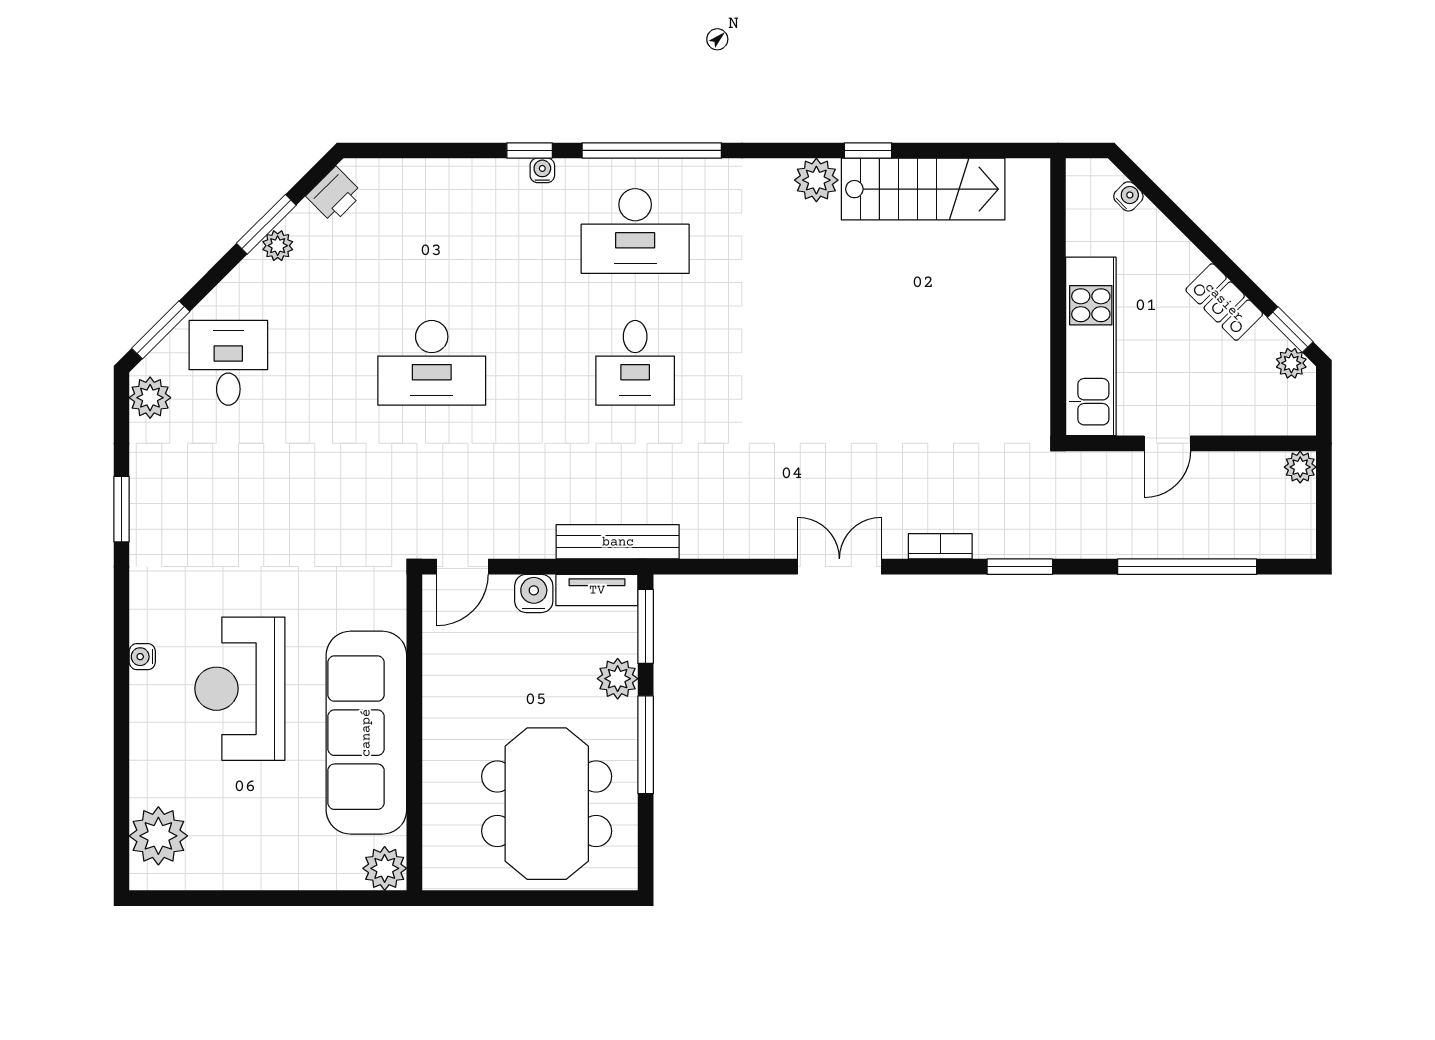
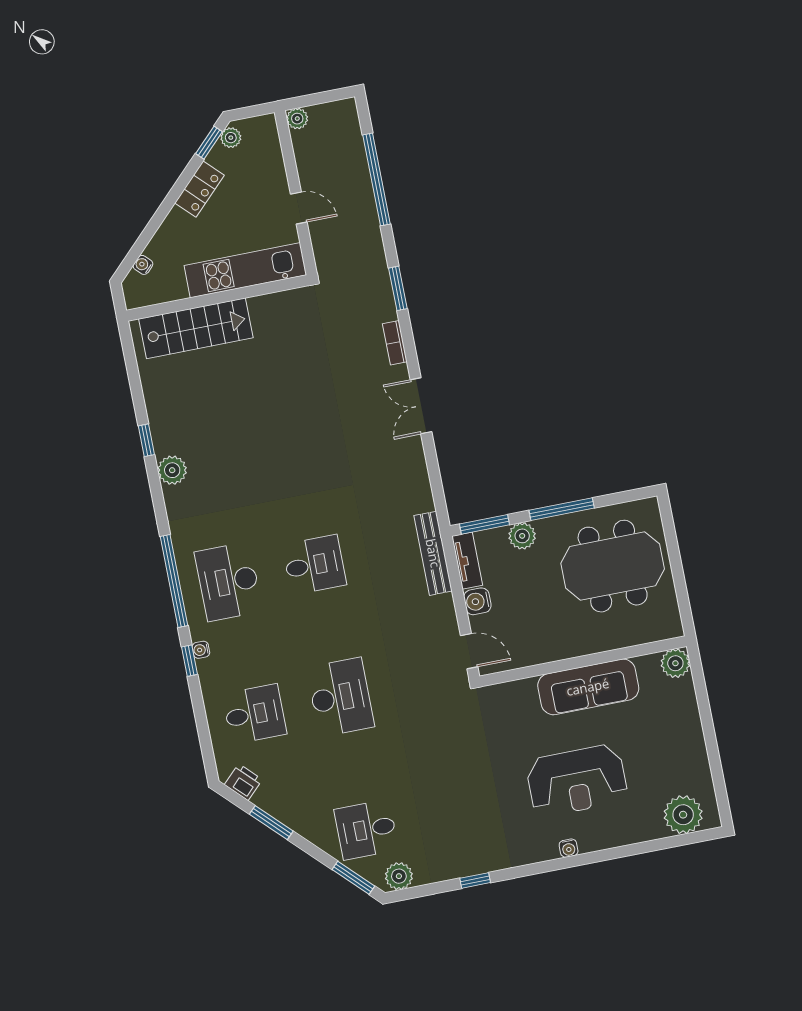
stairs: (923, 189) -> (196, 328), moved, turned 90
desk: (432, 231) -> (254, 714), added
desk: (635, 231) -> (228, 582), turned 180
plant: (278, 246) -> (284, 812), removed
window: (122, 509) -> (475, 880), width x0.67
sofa: (366, 733) -> (588, 687), width x0.74, depth x0.79

